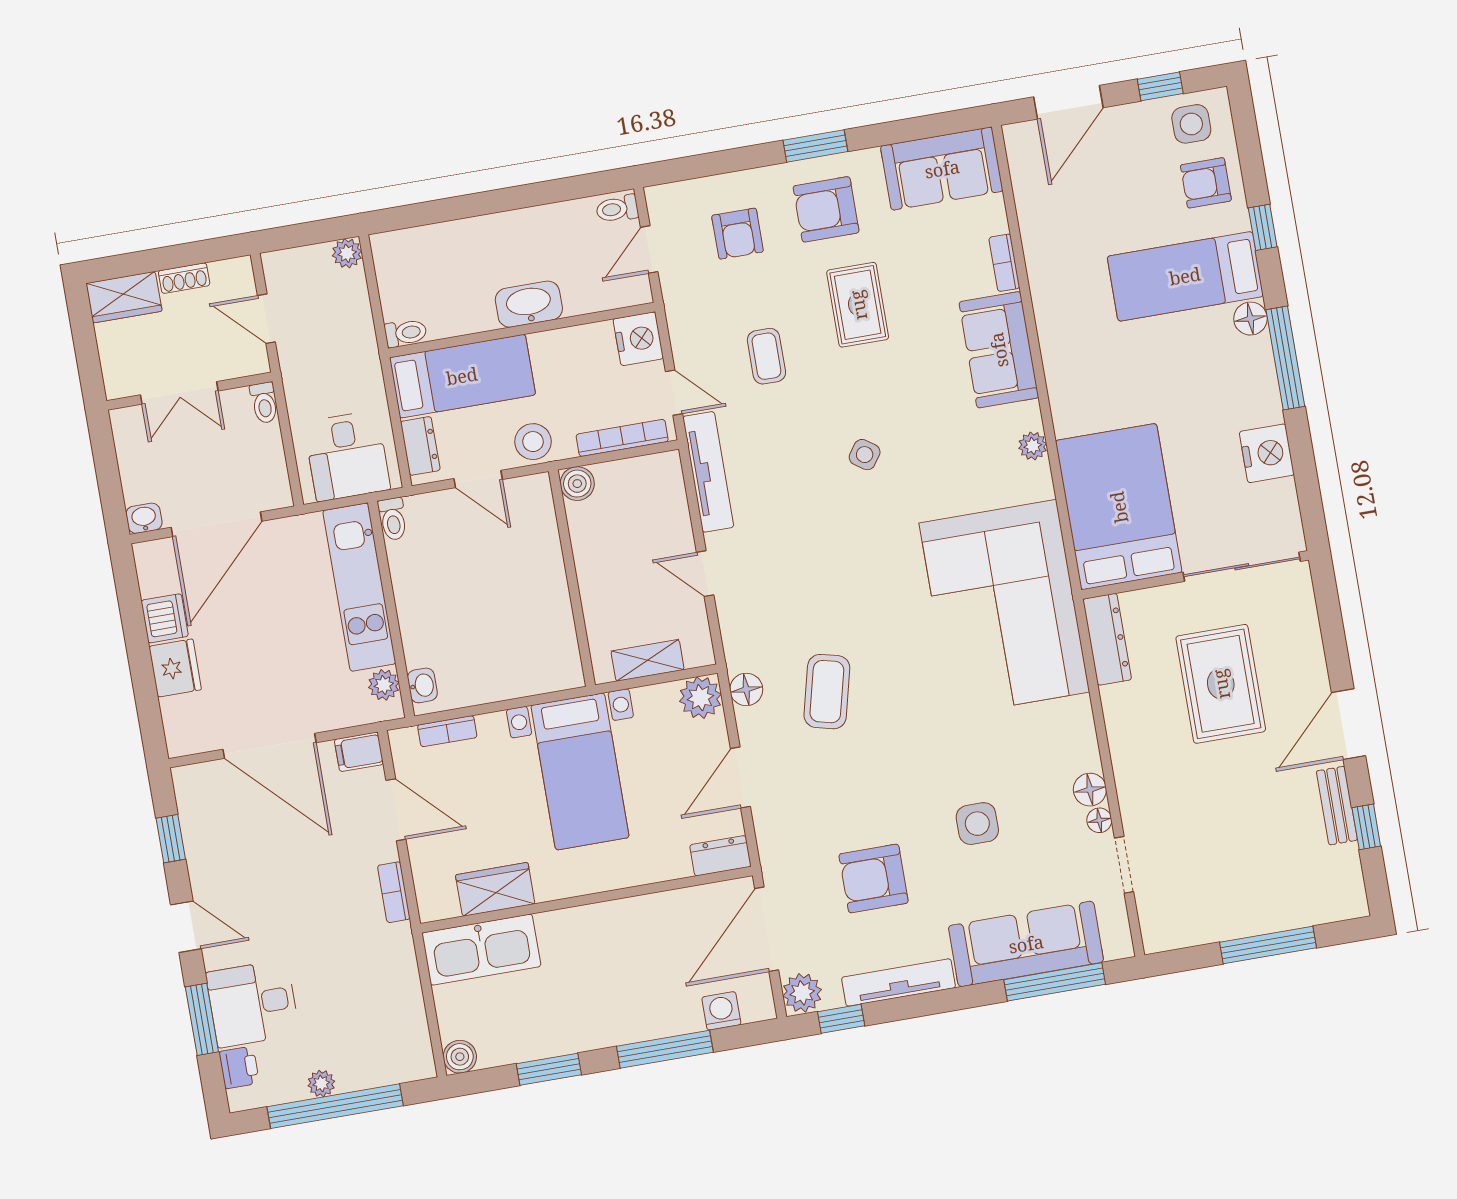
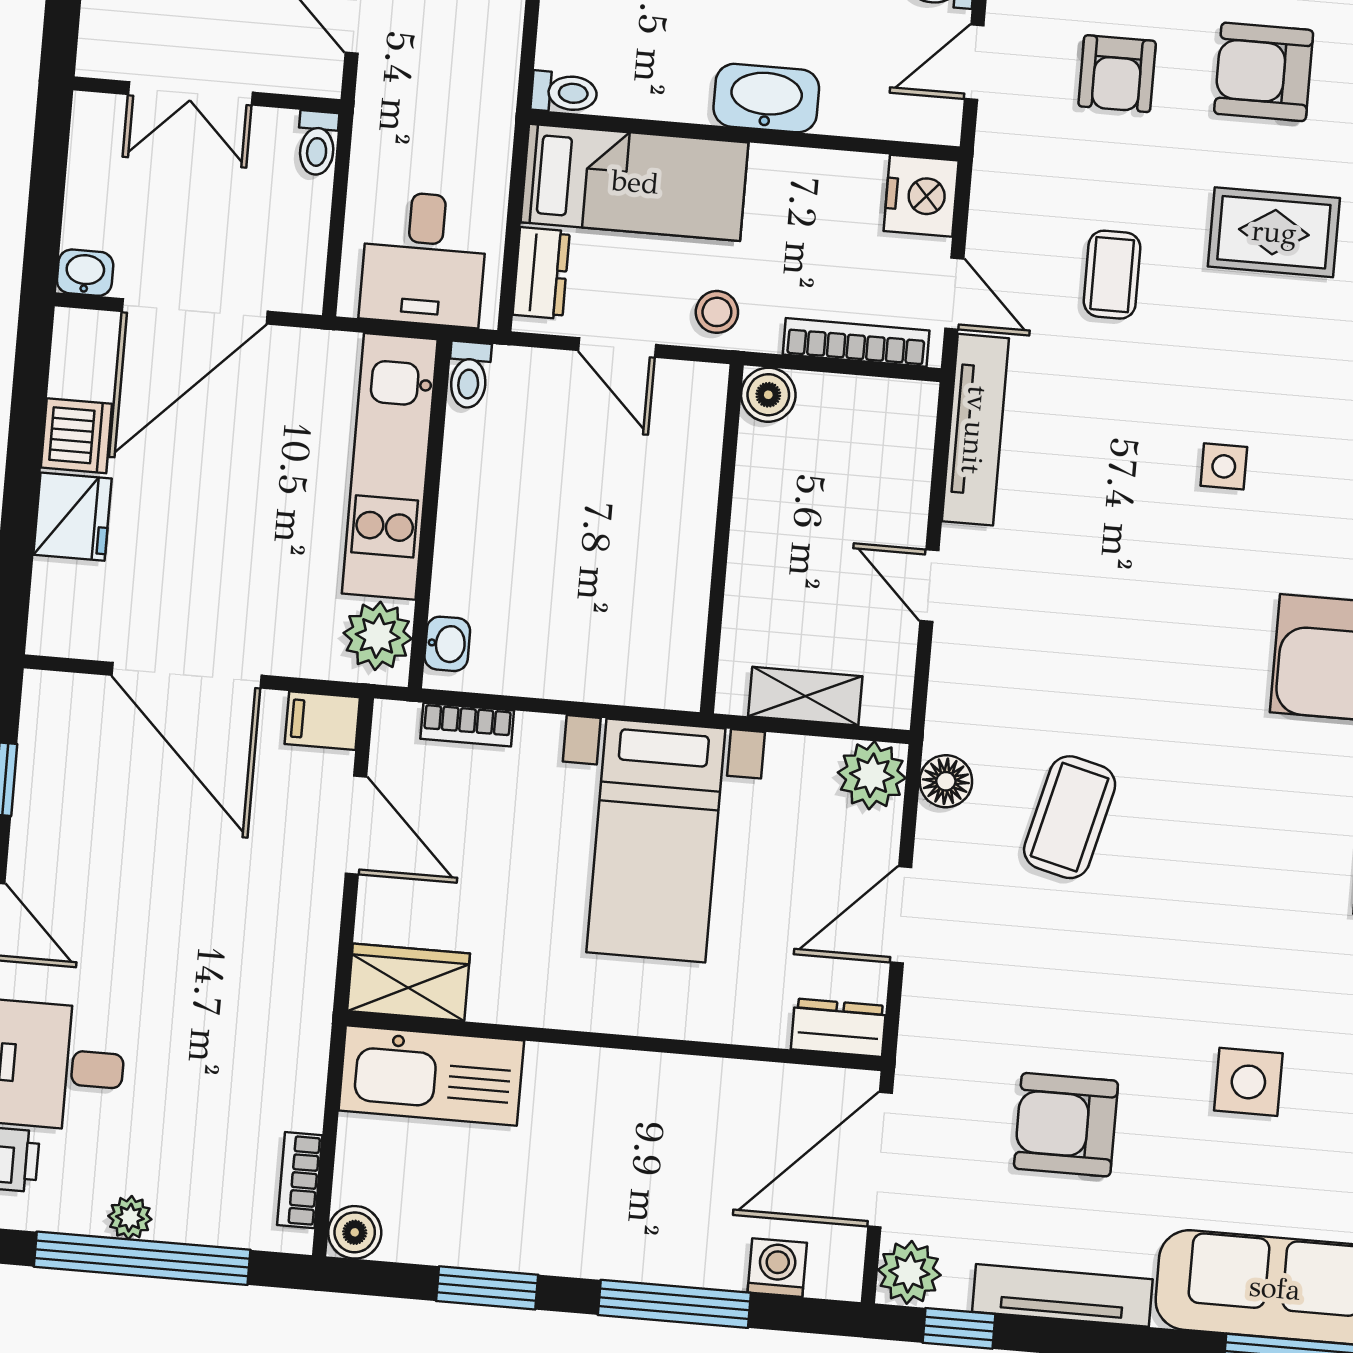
rug: (858, 305) -> (1274, 232), turned 90
stool: (533, 442) -> (717, 312), width x0.73, depth x0.73
side table: (865, 455) -> (1224, 466), turned -35
plant: (384, 685) -> (378, 636), width x1.38, depth x1.38
wardrobe: (495, 889) -> (408, 982), moved
bookcase: (394, 892) -> (300, 1180), moved

